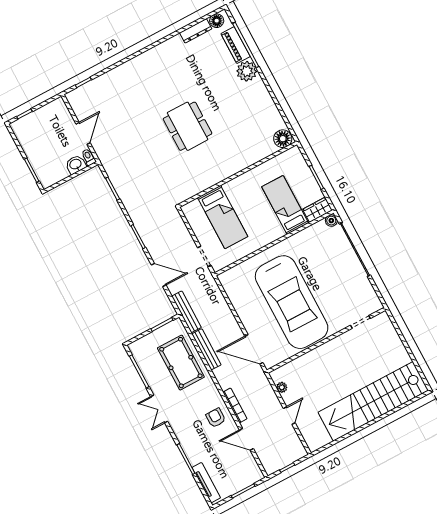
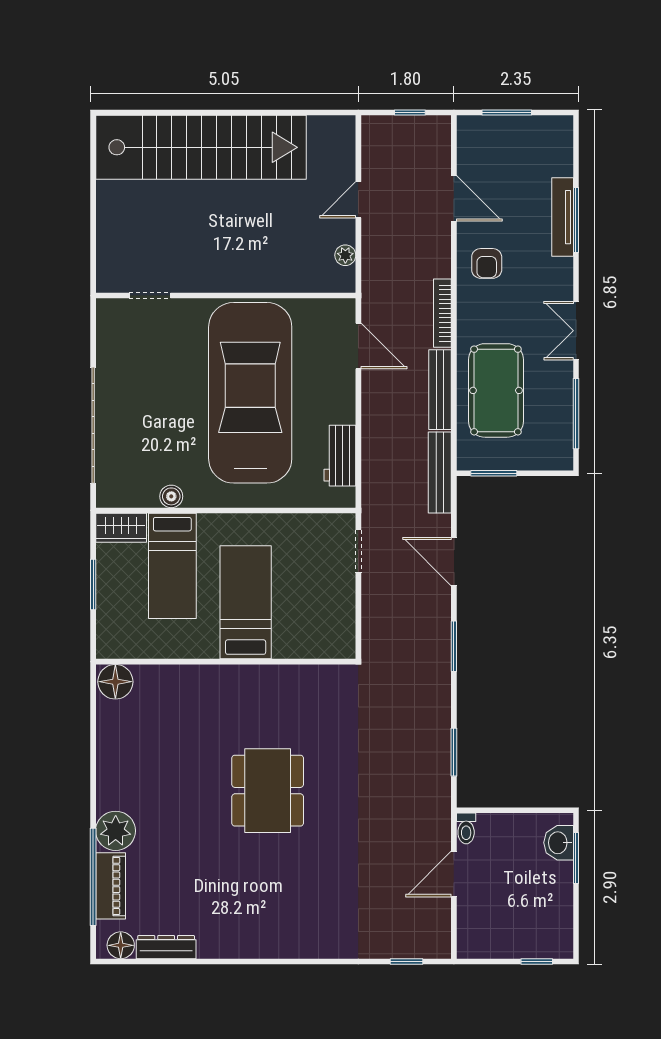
washbasin: (76, 164) -> (559, 843), moved, turned 90
bed: (223, 217) -> (246, 602), moved
boiler: (331, 221) -> (171, 496), moved
workbench: (236, 295) -> (340, 456), added
door: (254, 349) -> (358, 346), width x0.73
bookcase: (235, 405) -> (442, 313), moved
double door: (159, 409) -> (576, 331), swing flipped
tv unit: (206, 483) -> (563, 217), moved

